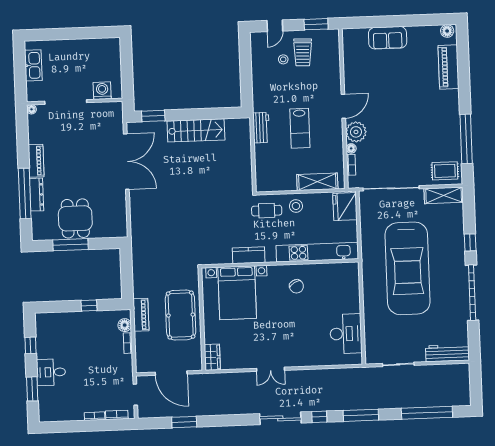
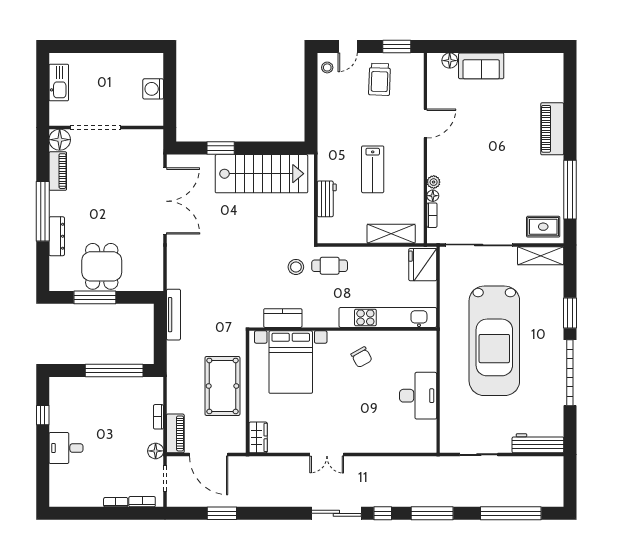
floor lamp: (447, 31) -> (450, 61), moved
stool: (283, 59) -> (327, 67), moved
piano: (448, 67) -> (552, 129), moved
washing machine: (102, 91) -> (153, 89), moved, turned -90
door: (343, 106) -> (425, 123), moved
floor lamp: (32, 109) -> (60, 140), width x1.89, depth x1.89
window: (153, 116) -> (221, 148), moved
workbench: (261, 128) -> (327, 199), moved
stairs: (196, 130) -> (261, 174), width x1.36, depth x1.51
plant: (356, 132) -> (434, 182), width x0.53, depth x0.53
piano: (36, 161) -> (58, 171), moved
window: (25, 193) -> (43, 211), moved
stool: (296, 206) -> (296, 267), moved
window: (470, 242) -> (570, 313), width x1.50
kitchen counter: (249, 255) -> (283, 318), moved
tv unit: (137, 257) -> (173, 315), added
window: (89, 305) -> (114, 370), width x3.17
piano: (141, 315) -> (175, 433), moved
floor lamp: (125, 325) -> (156, 451), moved
desk: (346, 334) -> (418, 396), moved
window: (32, 389) -> (43, 467), removed

